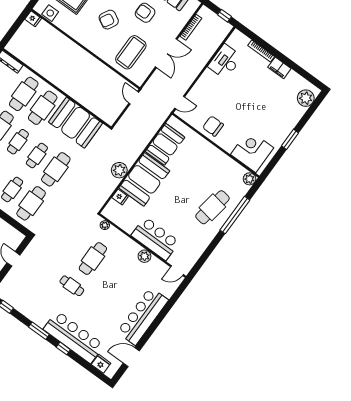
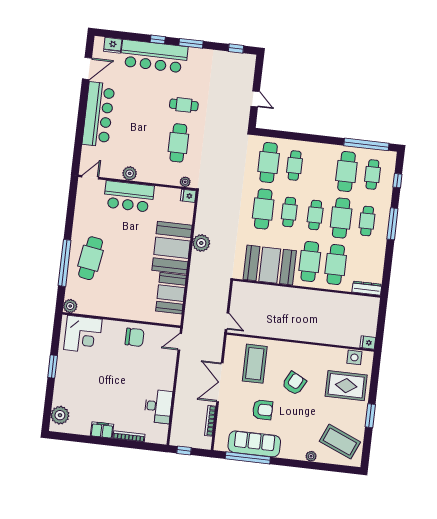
fridge: (120, 197) -> (188, 196), moved

